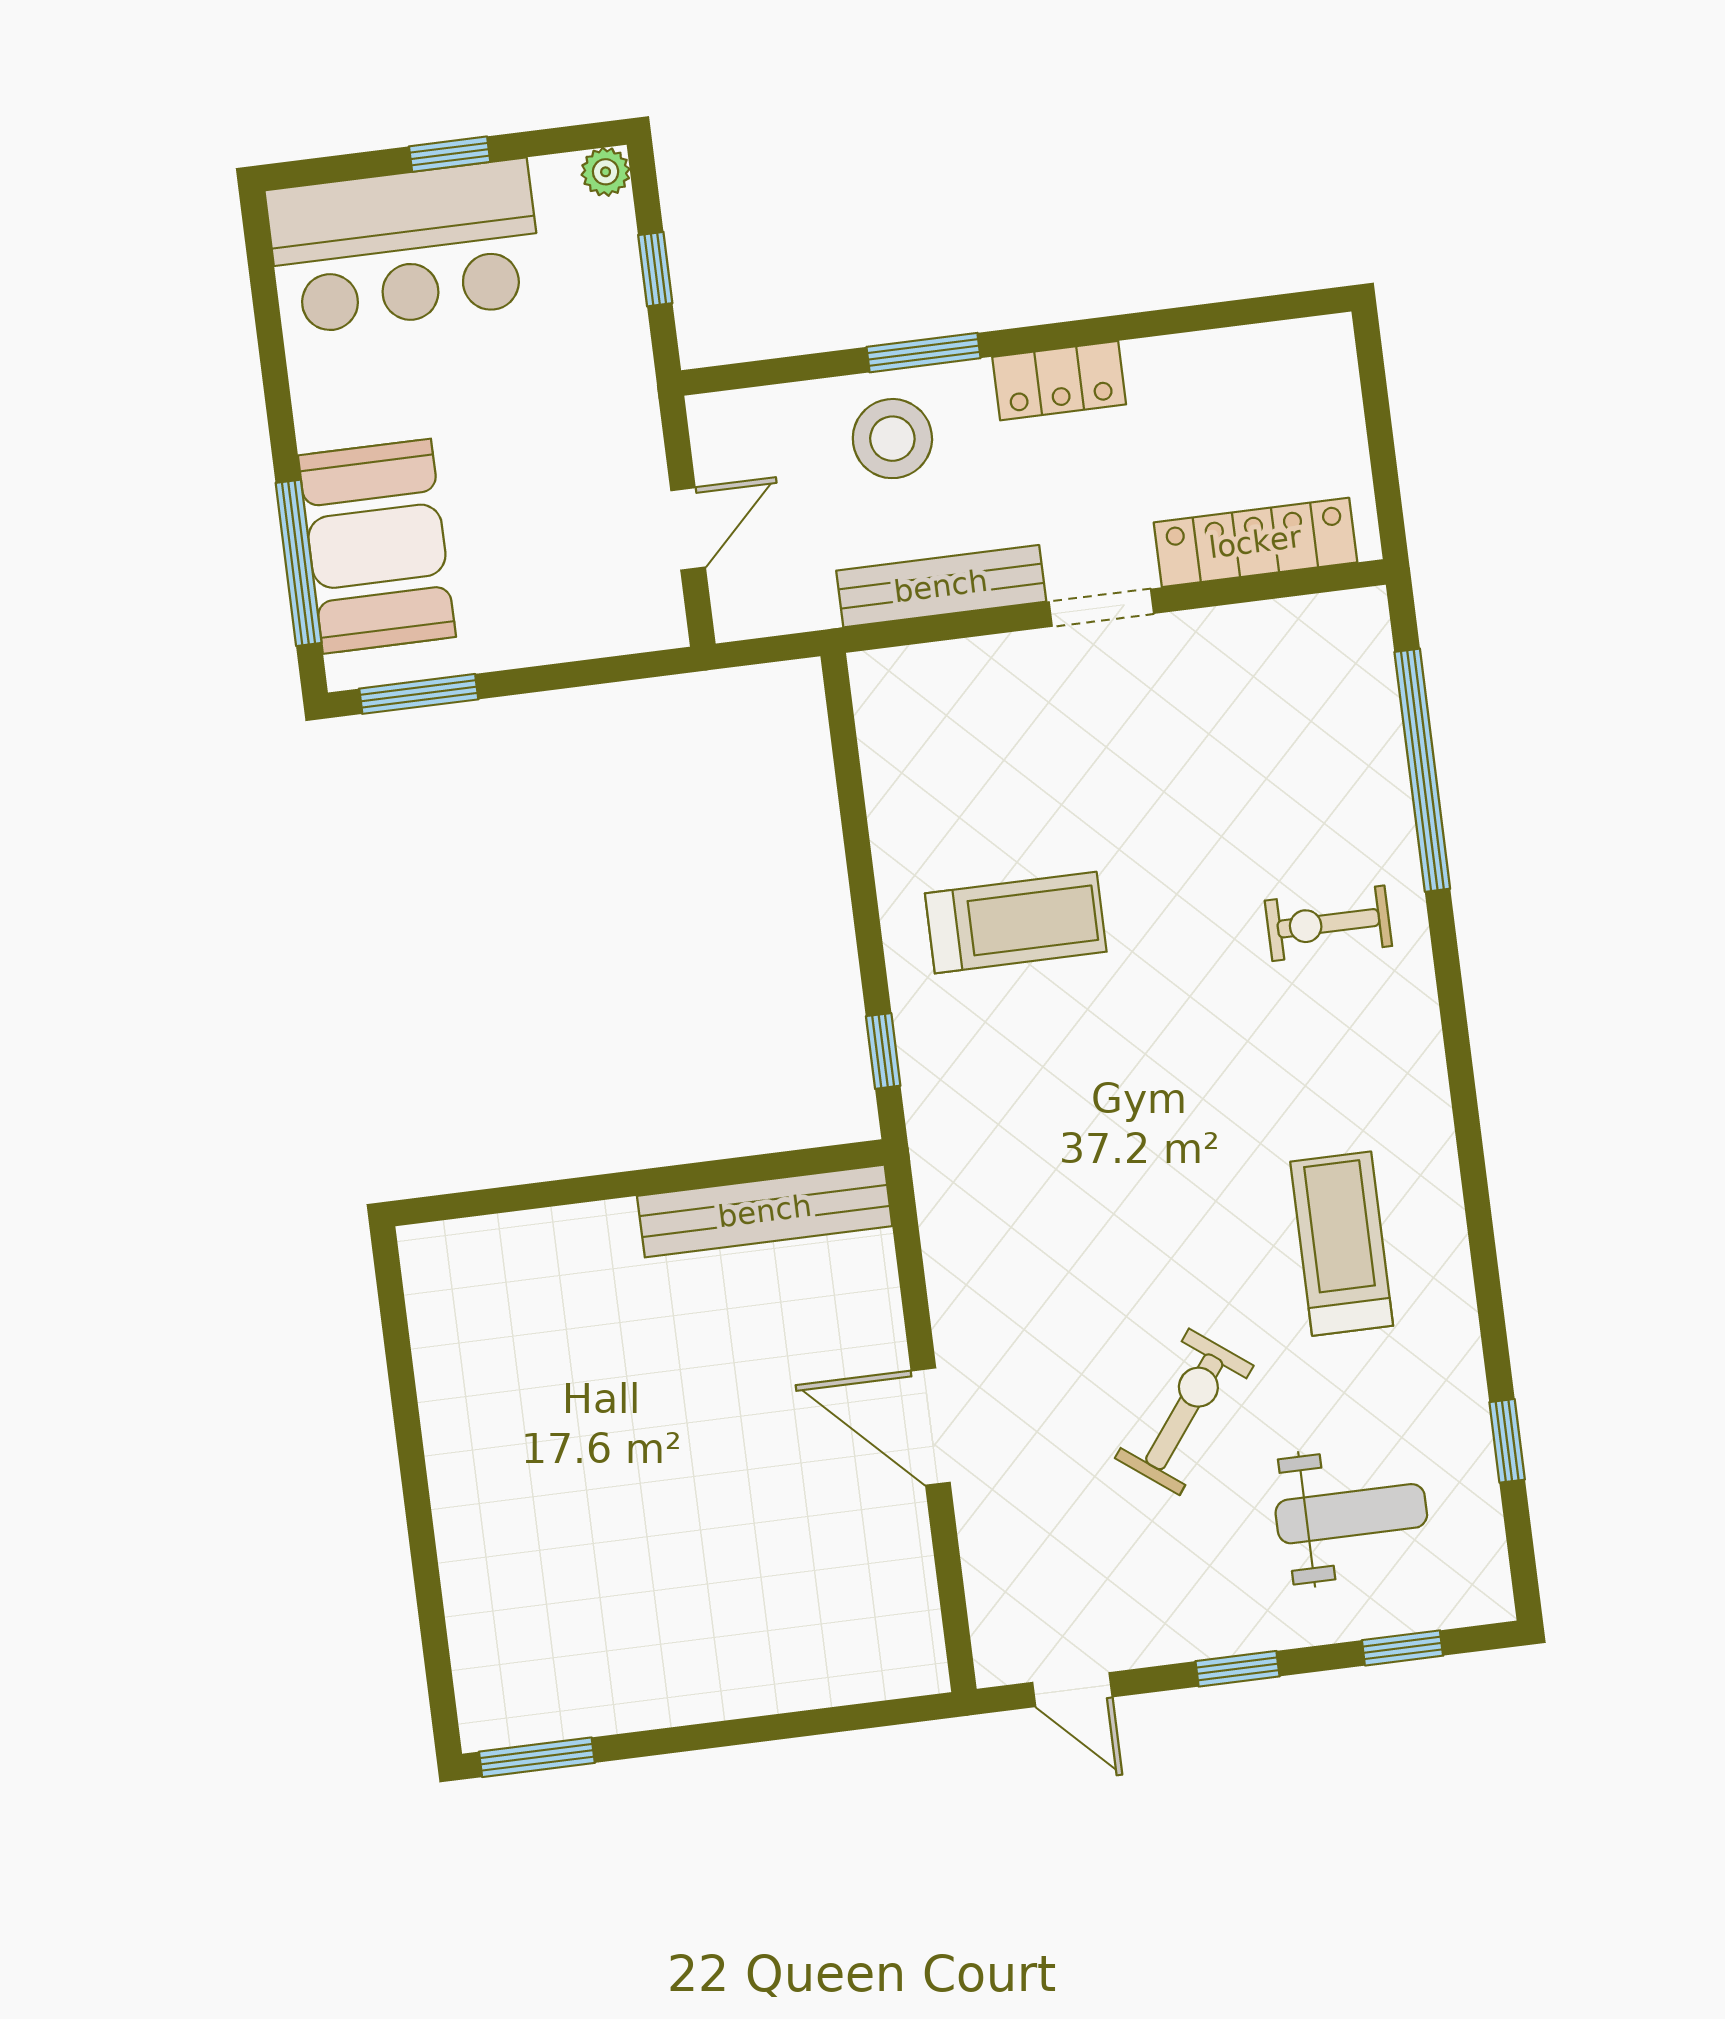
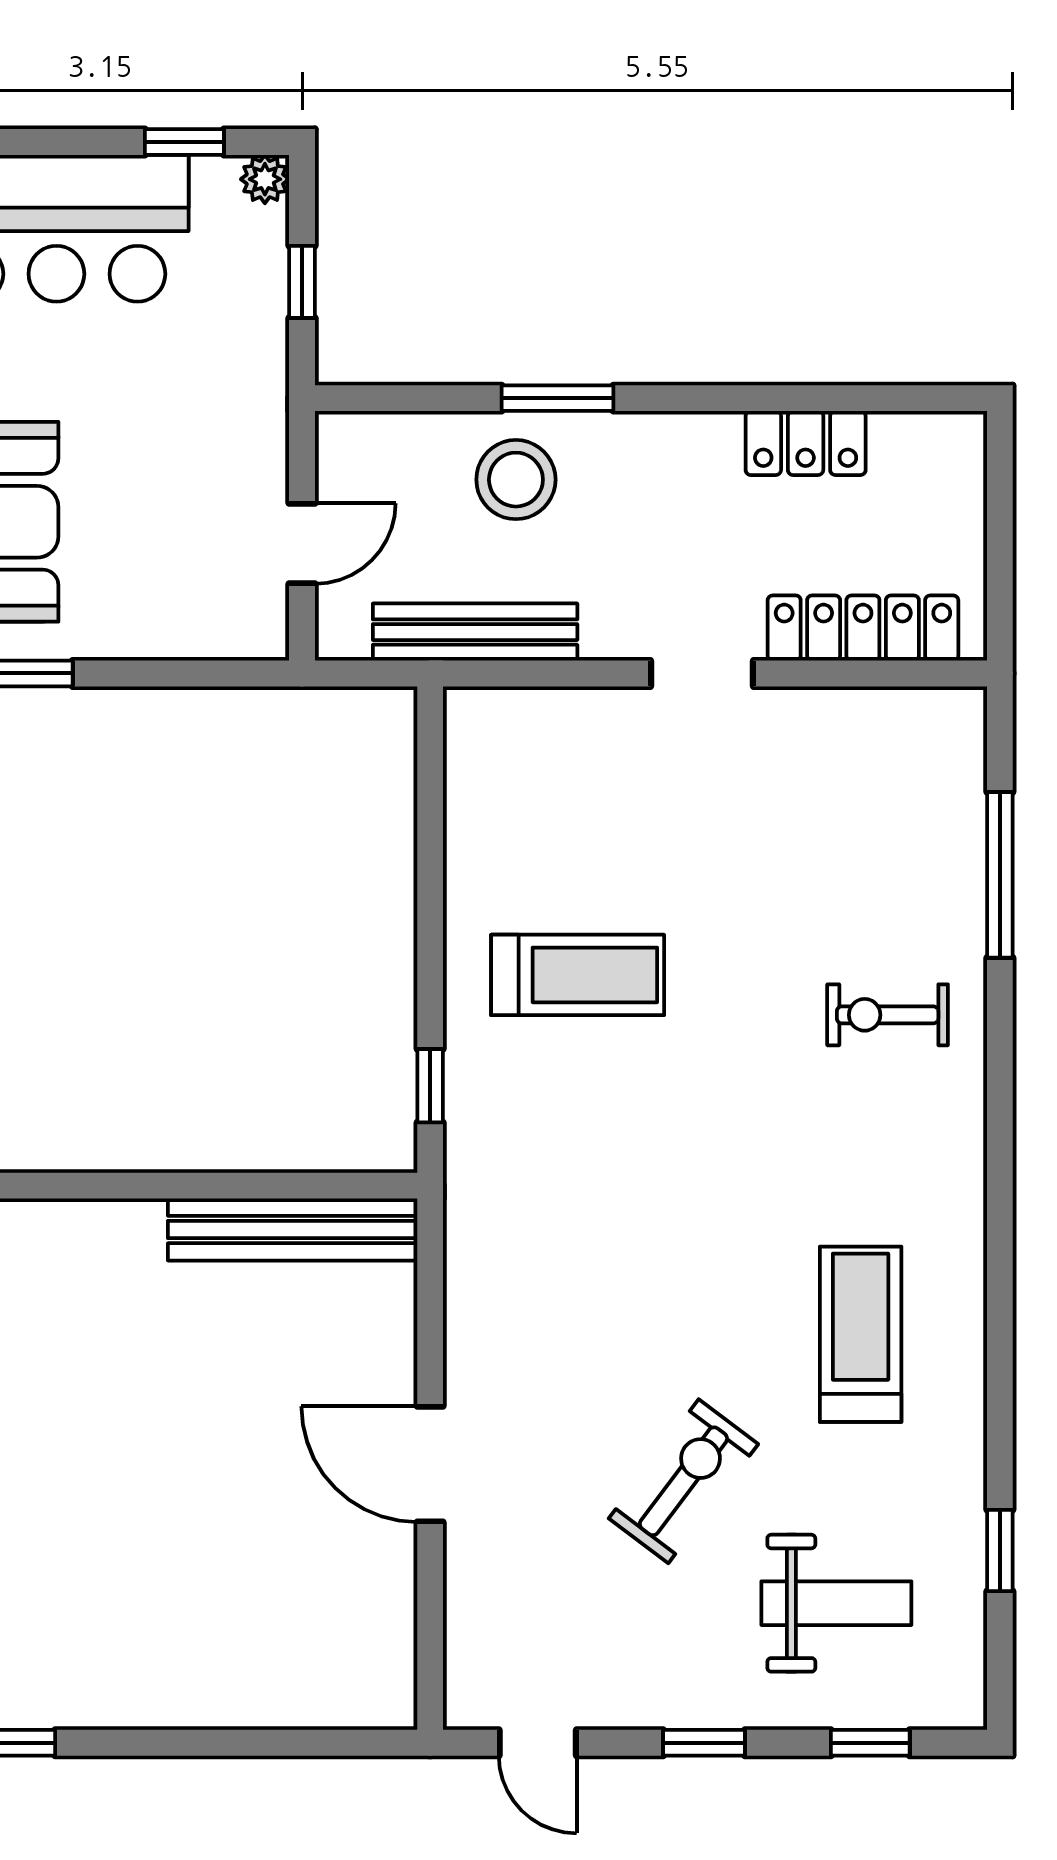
window: (450, 154) -> (184, 142), moved
locker: (1059, 381) -> (806, 443), moved
bench: (941, 586) -> (475, 632), moved
window: (1422, 770) -> (1000, 875), width x0.68

